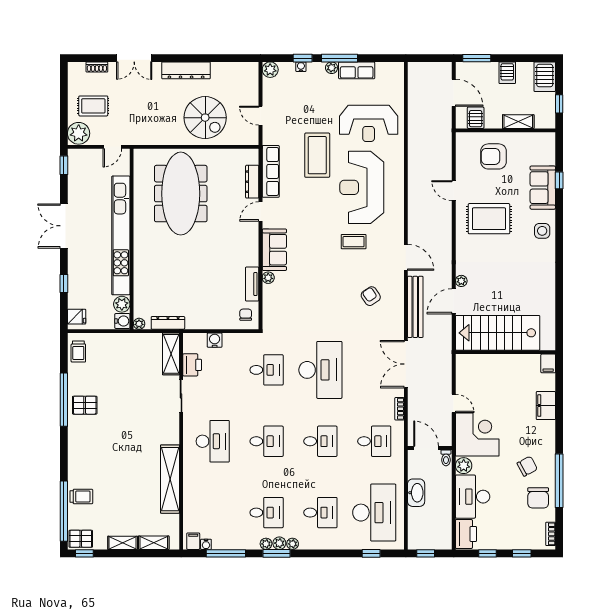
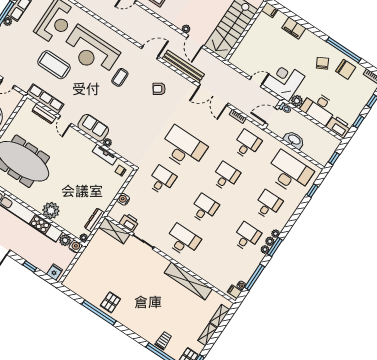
plant: (145, 265) -> (51, 210), added
trolley: (78, 352) -> (76, 285), removed

